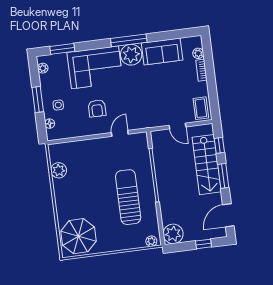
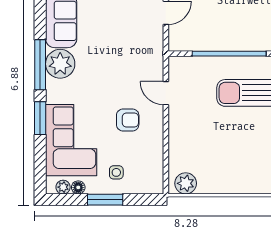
window: (62, 49) -> (40, 118), moved
corner sofa: (95, 67) -> (71, 140), moved
floor lamp: (50, 124) -> (78, 187), moved
plant: (59, 170) -> (186, 183), moved

